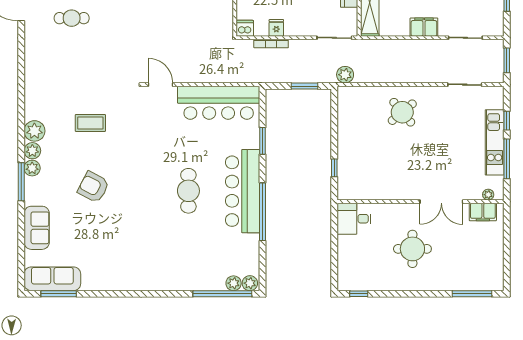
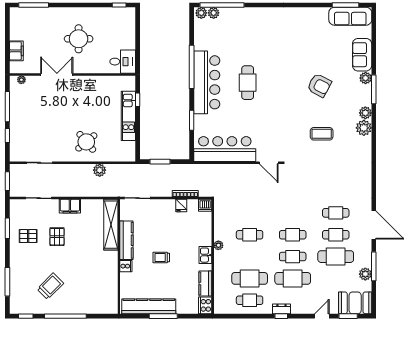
plant: (345, 75) -> (100, 170), moved
kitchen unit: (495, 142) -> (128, 116), moved, turned 180
plant: (32, 168) -> (366, 78), moved
filing cabinet: (483, 212) -> (16, 51), moved, turned 90

